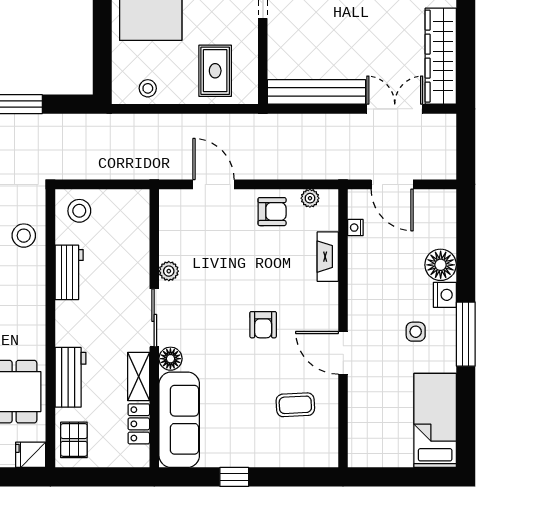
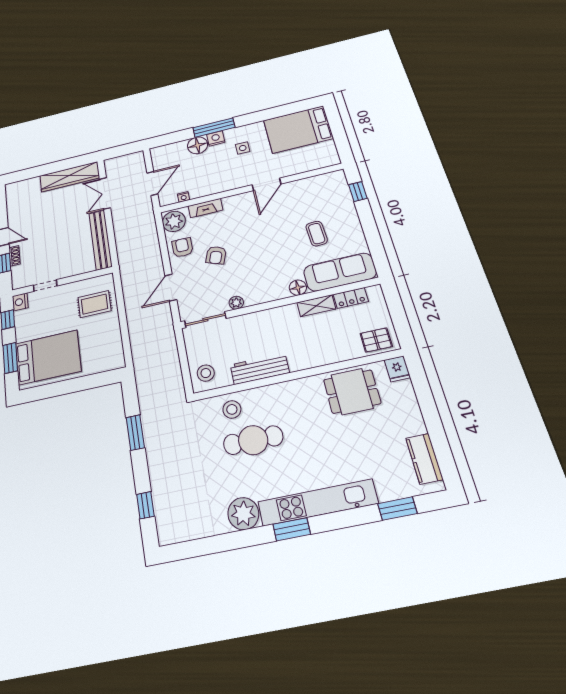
stool: (148, 88) -> (112, 345), removed
plant: (310, 198) -> (174, 221), width x1.87, depth x1.87
workbench: (69, 272) -> (260, 369), width x1.38
sliding door: (154, 318) -> (205, 320), moved
armchair: (263, 325) -> (216, 255), moved, turned 110
window: (466, 334) -> (214, 128), moved
workbench: (71, 377) -> (330, 353), removed
coffee table: (295, 405) -> (317, 234), moved
bed: (435, 420) -> (298, 129), width x1.50
window: (234, 477) -> (358, 192), moved

